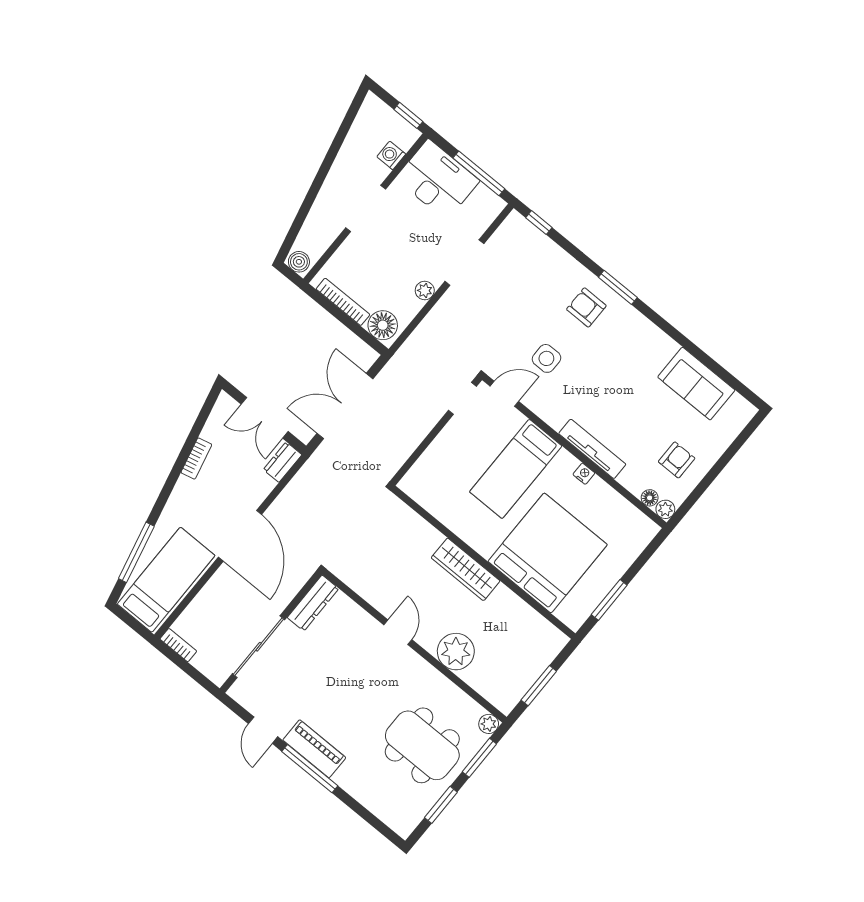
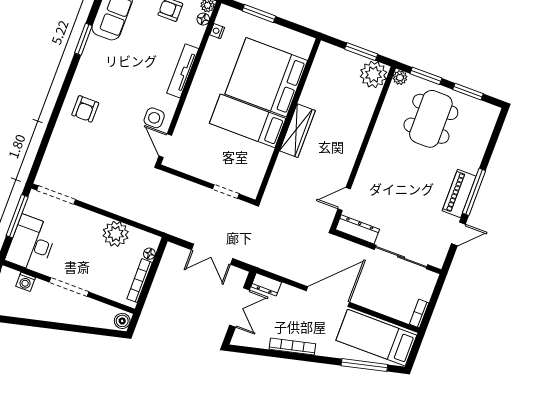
window: (539, 223) -> (37, 162), removed
doorway: (464, 263) -> (56, 195), moved
window: (618, 287) -> (83, 39), moved
plant: (425, 291) -> (116, 234), width x1.87, depth x1.87
floor lamp: (383, 325) -> (149, 254), width x0.53, depth x0.53
side table: (546, 358) -> (154, 118), moved
doorway: (462, 398) -> (226, 191), moved
double door: (345, 406) -> (212, 254), width x0.73
bookcase: (196, 459) -> (292, 347), width x1.56
bed: (516, 469) -> (248, 121), moved, turned 180
nightstand: (584, 474) -> (217, 31), moved
window: (609, 600) -> (259, 13), moved
door: (398, 632) -> (344, 199), moved
plant: (456, 652) -> (373, 74), moved

